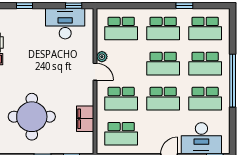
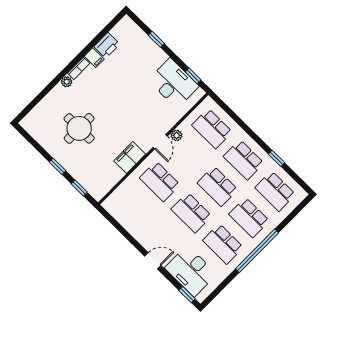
round table: (32, 117) -> (79, 128), width x0.73, depth x0.73
filing cabinet: (85, 119) -> (130, 158), moved
school desk: (121, 134) -> (134, 208), removed

